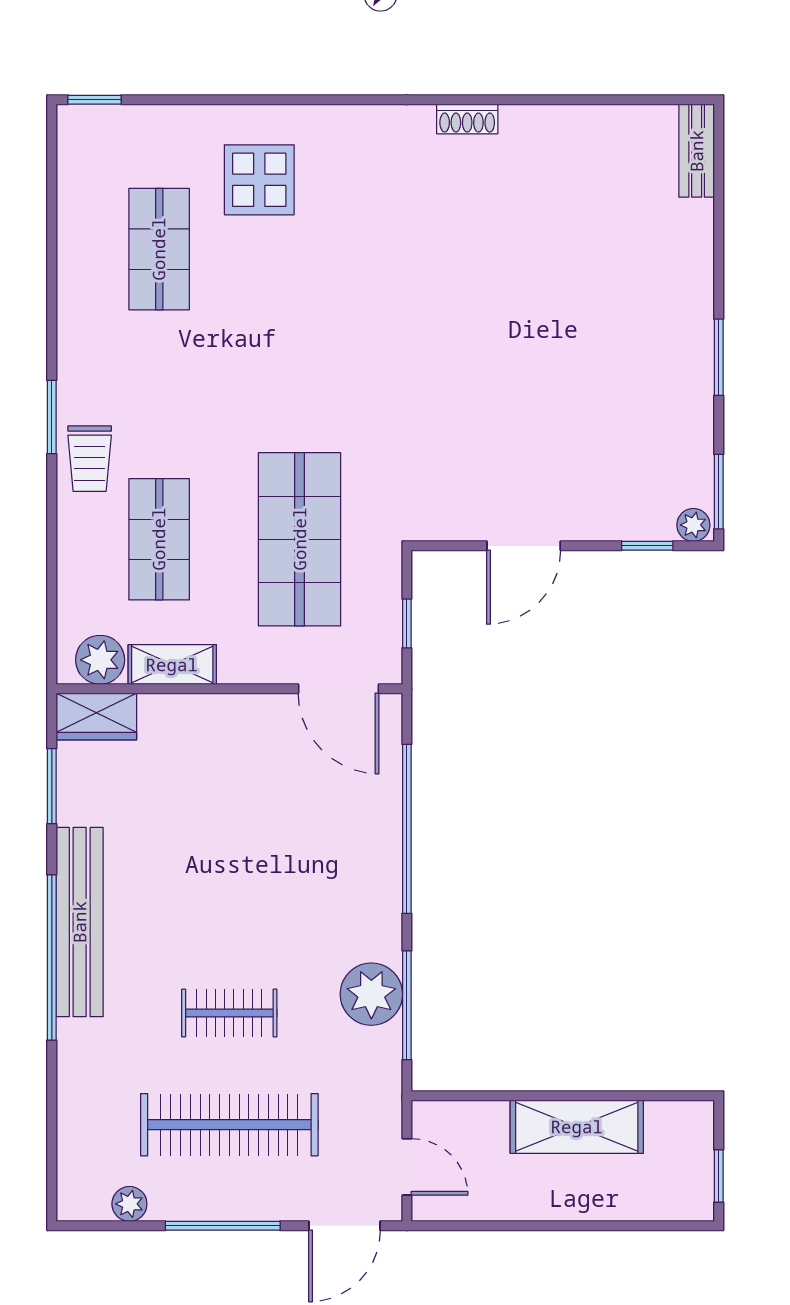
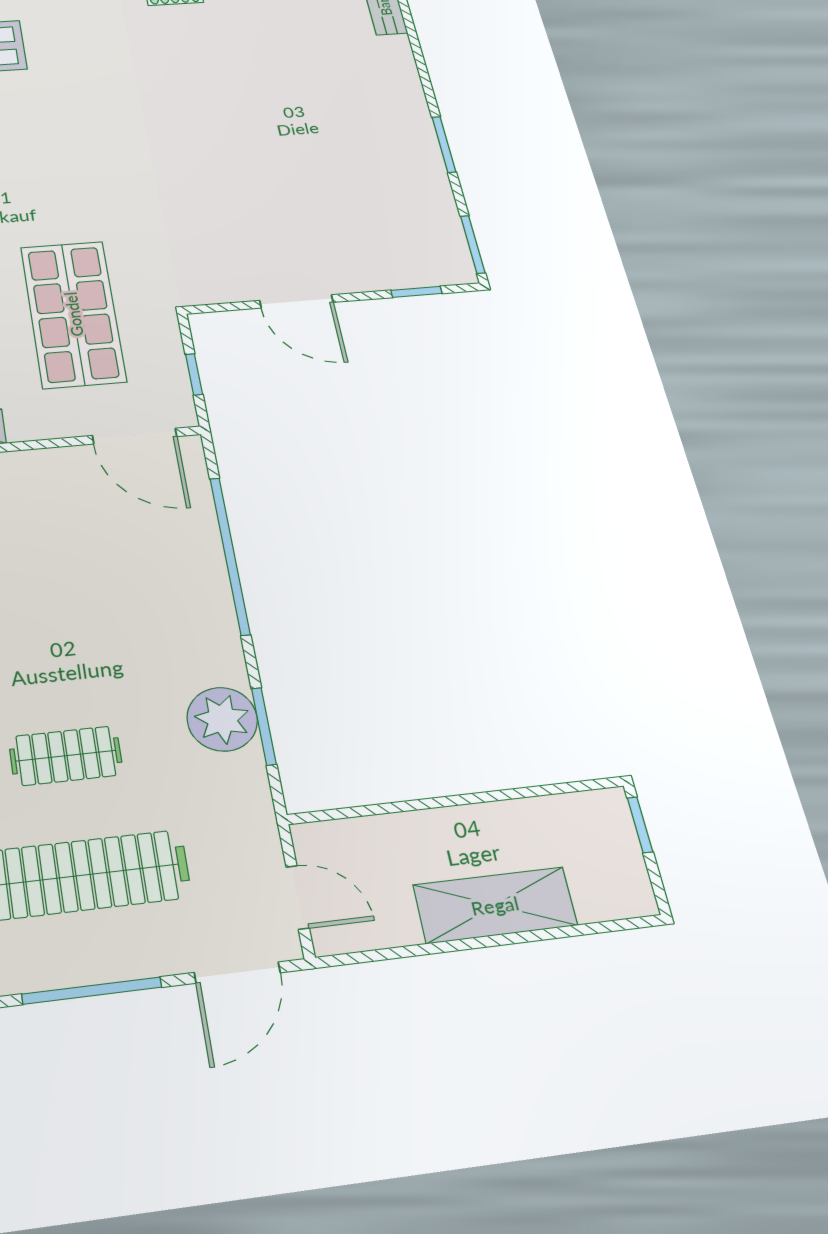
plant: (693, 525) -> (456, 272), removed
door: (524, 546) -> (296, 301), hinge flipped
window: (407, 1005) -> (264, 726), width x0.69
shelving: (577, 1127) -> (495, 905), moved
window: (719, 1176) -> (640, 825), moved

